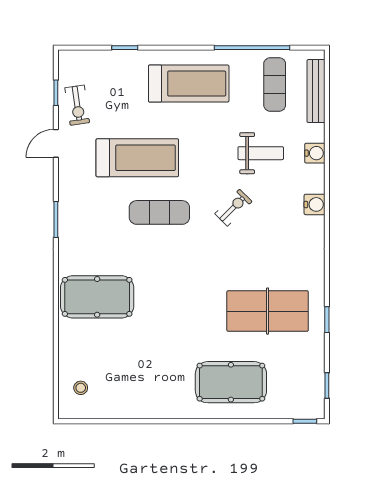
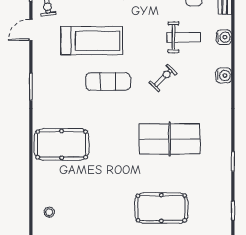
table tennis table: (268, 311) -> (170, 139), moved

